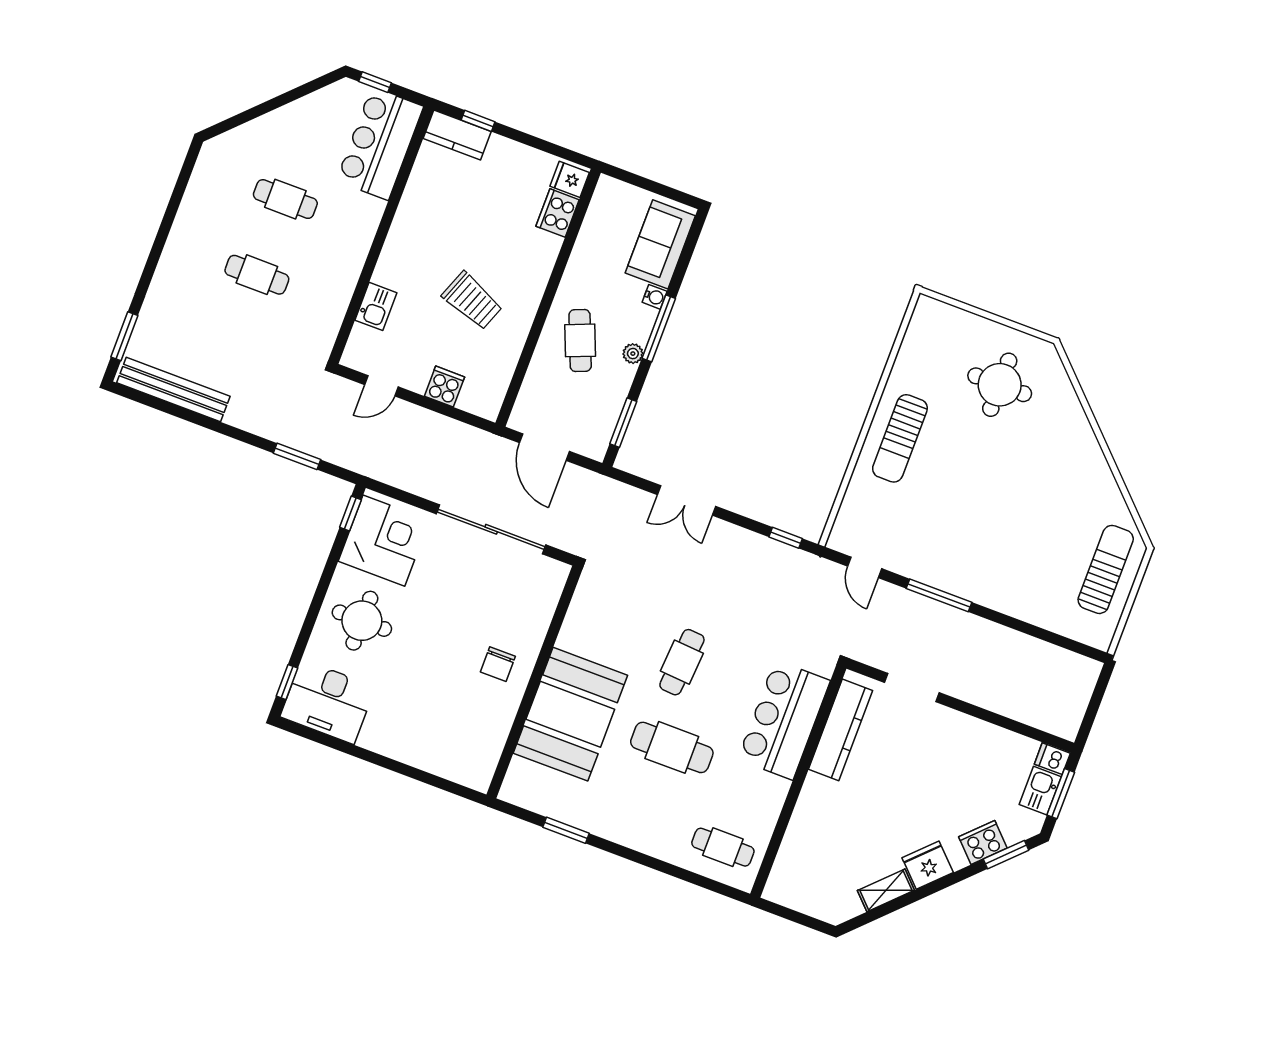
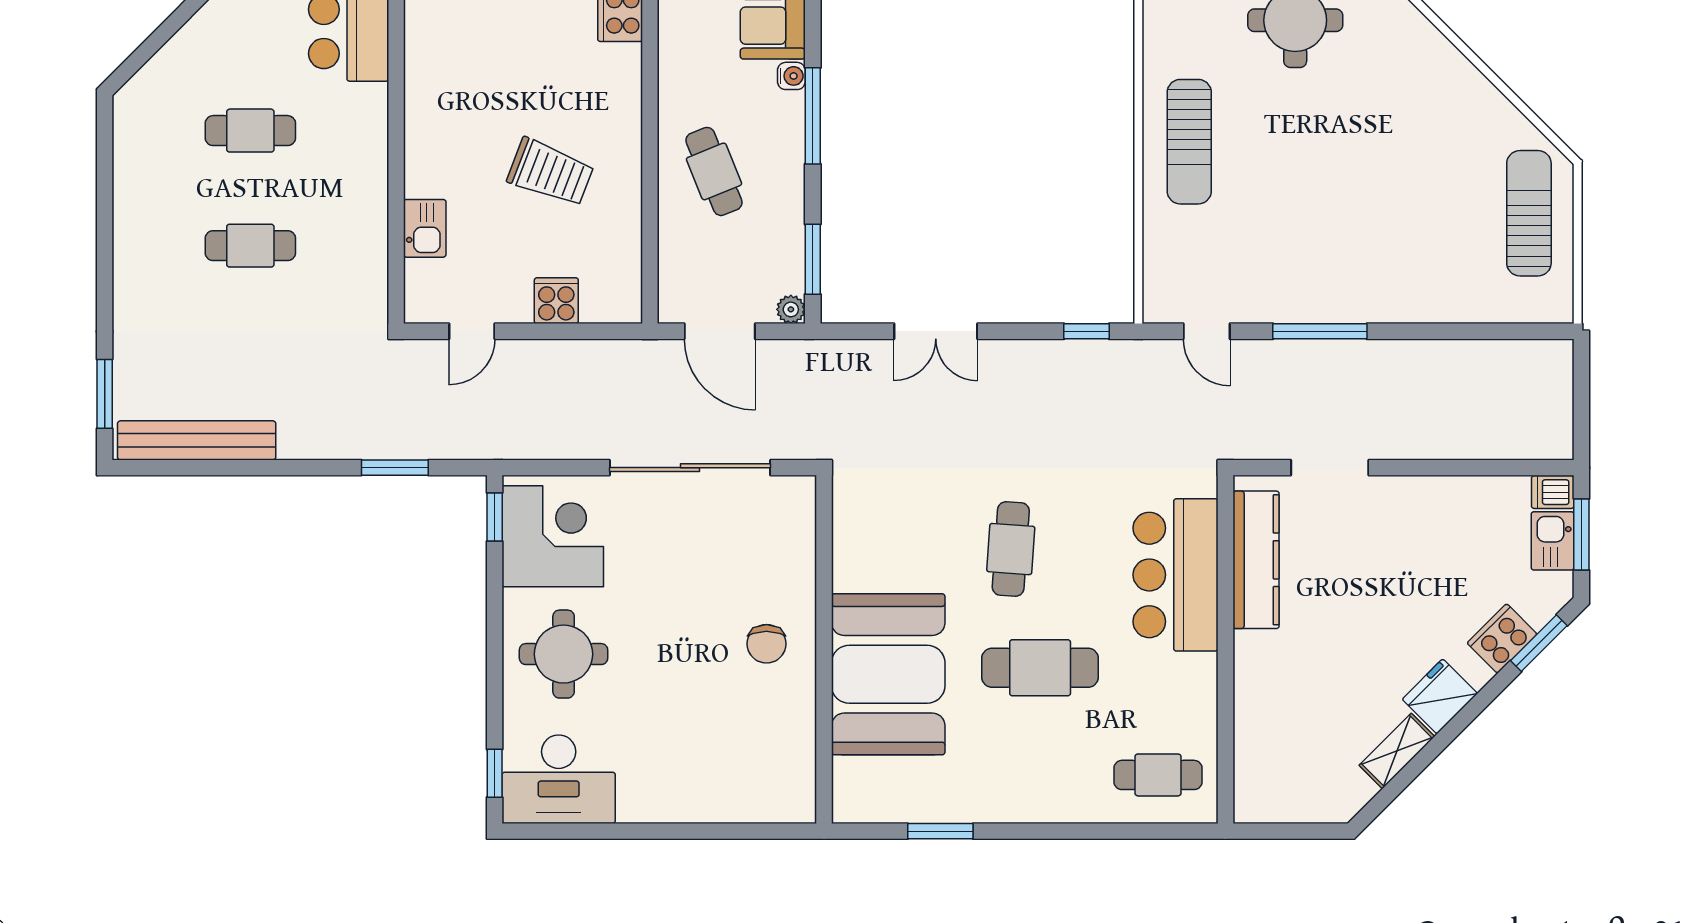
plant: (633, 354) -> (791, 309), moved

